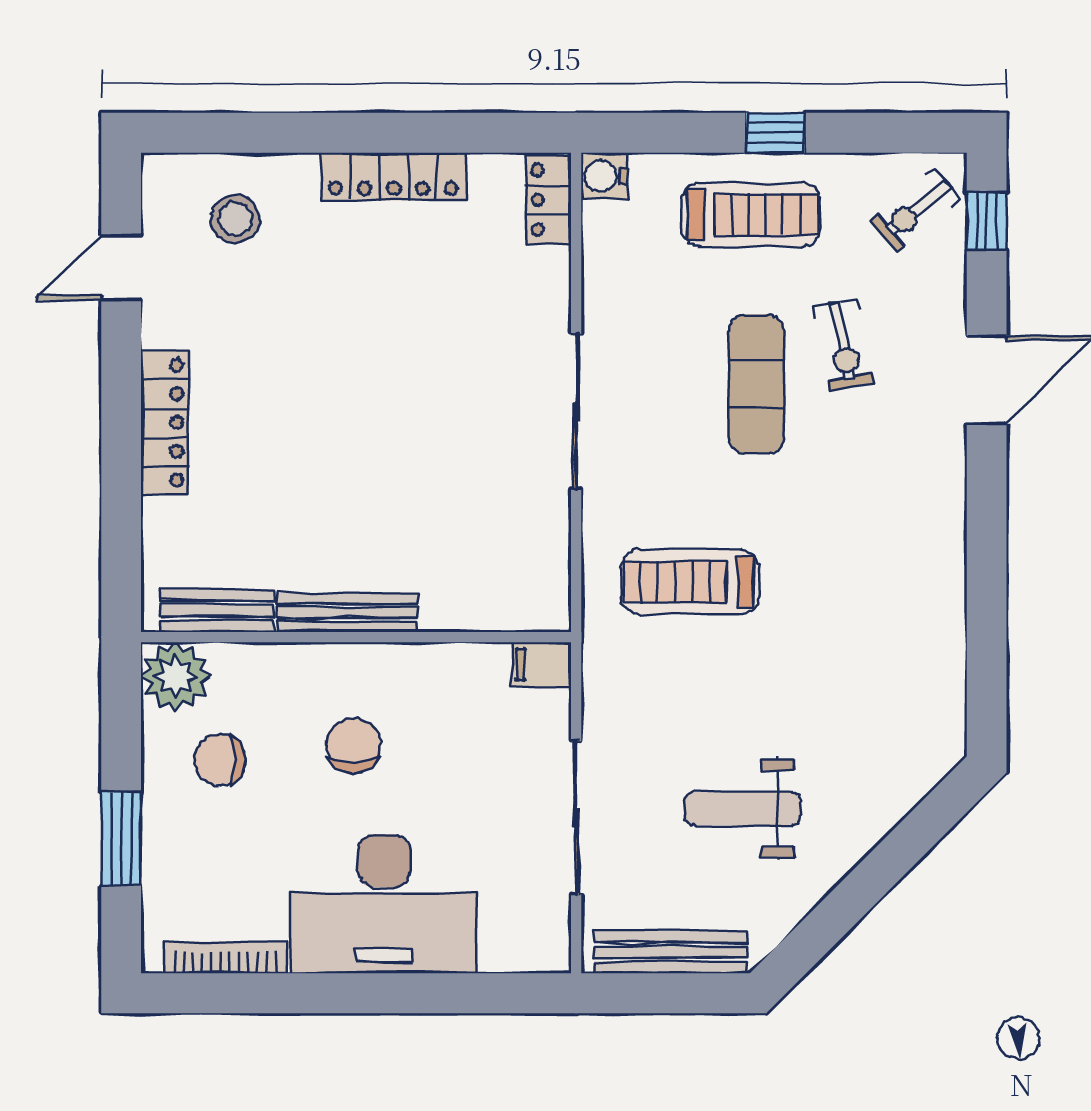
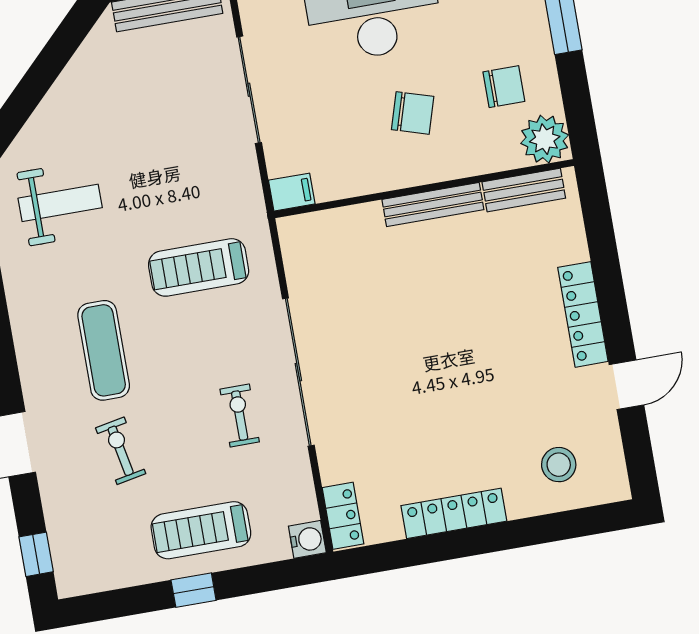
exercise bike: (916, 210) -> (240, 416), moved, turned -51
door: (121, 268) -> (626, 385), moved
exercise mat: (756, 384) -> (104, 350), moved
sliding door: (576, 412) -> (298, 372), width x1.36
treadmill: (690, 582) -> (199, 267), turned 180
chair: (353, 745) -> (413, 113), turned -73
weight bench: (743, 809) -> (60, 203), moved

